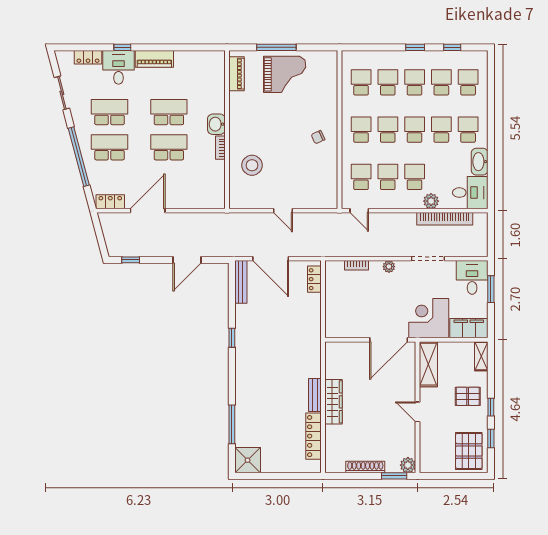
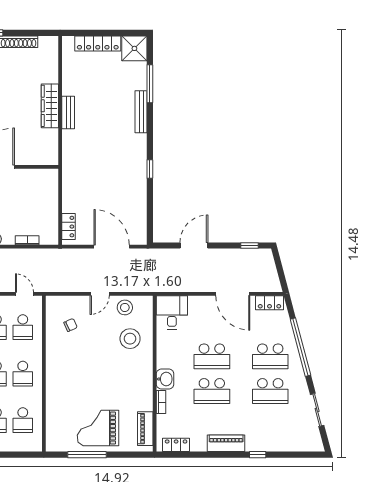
window: (276, 47) -> (87, 455), moved
locker: (88, 57) -> (176, 445), moved
desk: (119, 67) -> (172, 312), moved, turned 180
chair: (318, 137) -> (71, 325), moved
bookcase: (220, 148) -> (161, 402), moved
stool: (257, 197) -> (125, 307), added
door: (148, 211) -> (233, 294), hinge flipped
door: (283, 211) -> (100, 294), swing flipped
bench: (241, 282) -> (141, 112), moved
locker: (313, 436) -> (98, 43), moved, turned 90

